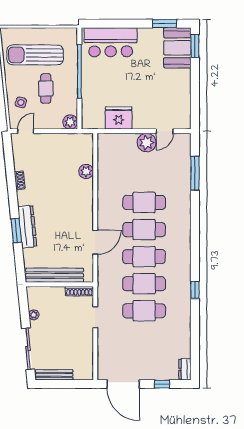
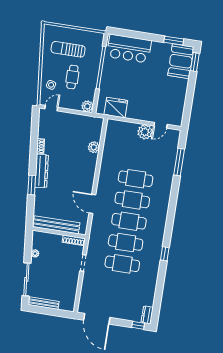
sun lounger: (35, 55) -> (68, 49), width x0.73, depth x0.75
fridge: (119, 118) -> (116, 108), moved
dresser: (27, 227) -> (42, 171), moved
door: (95, 242) -> (92, 204), swing flipped
window: (162, 384) -> (138, 325), moved

